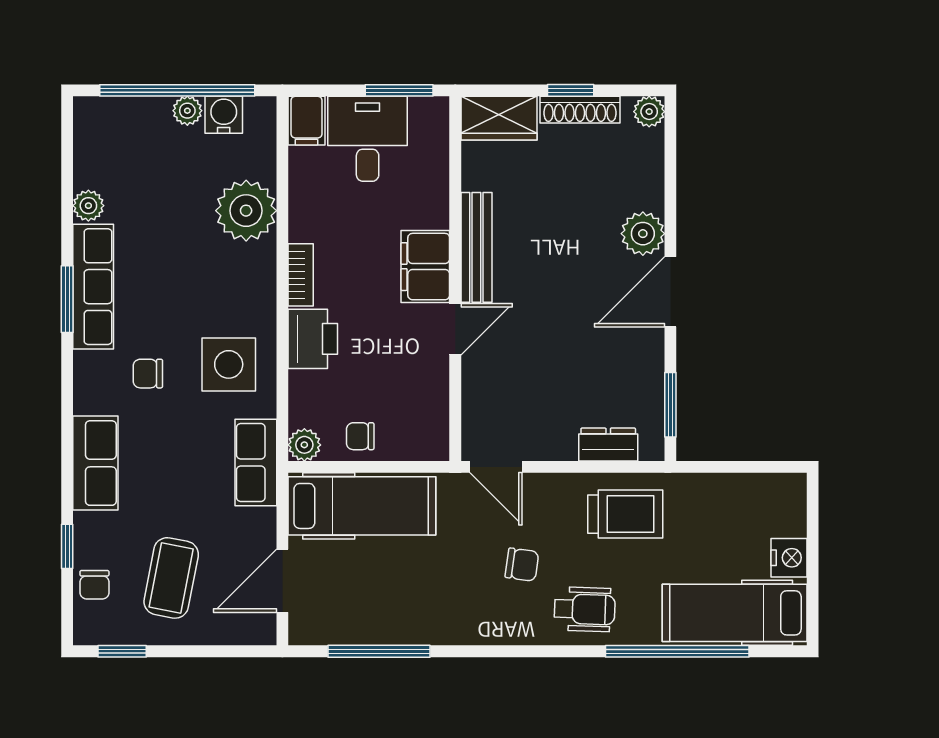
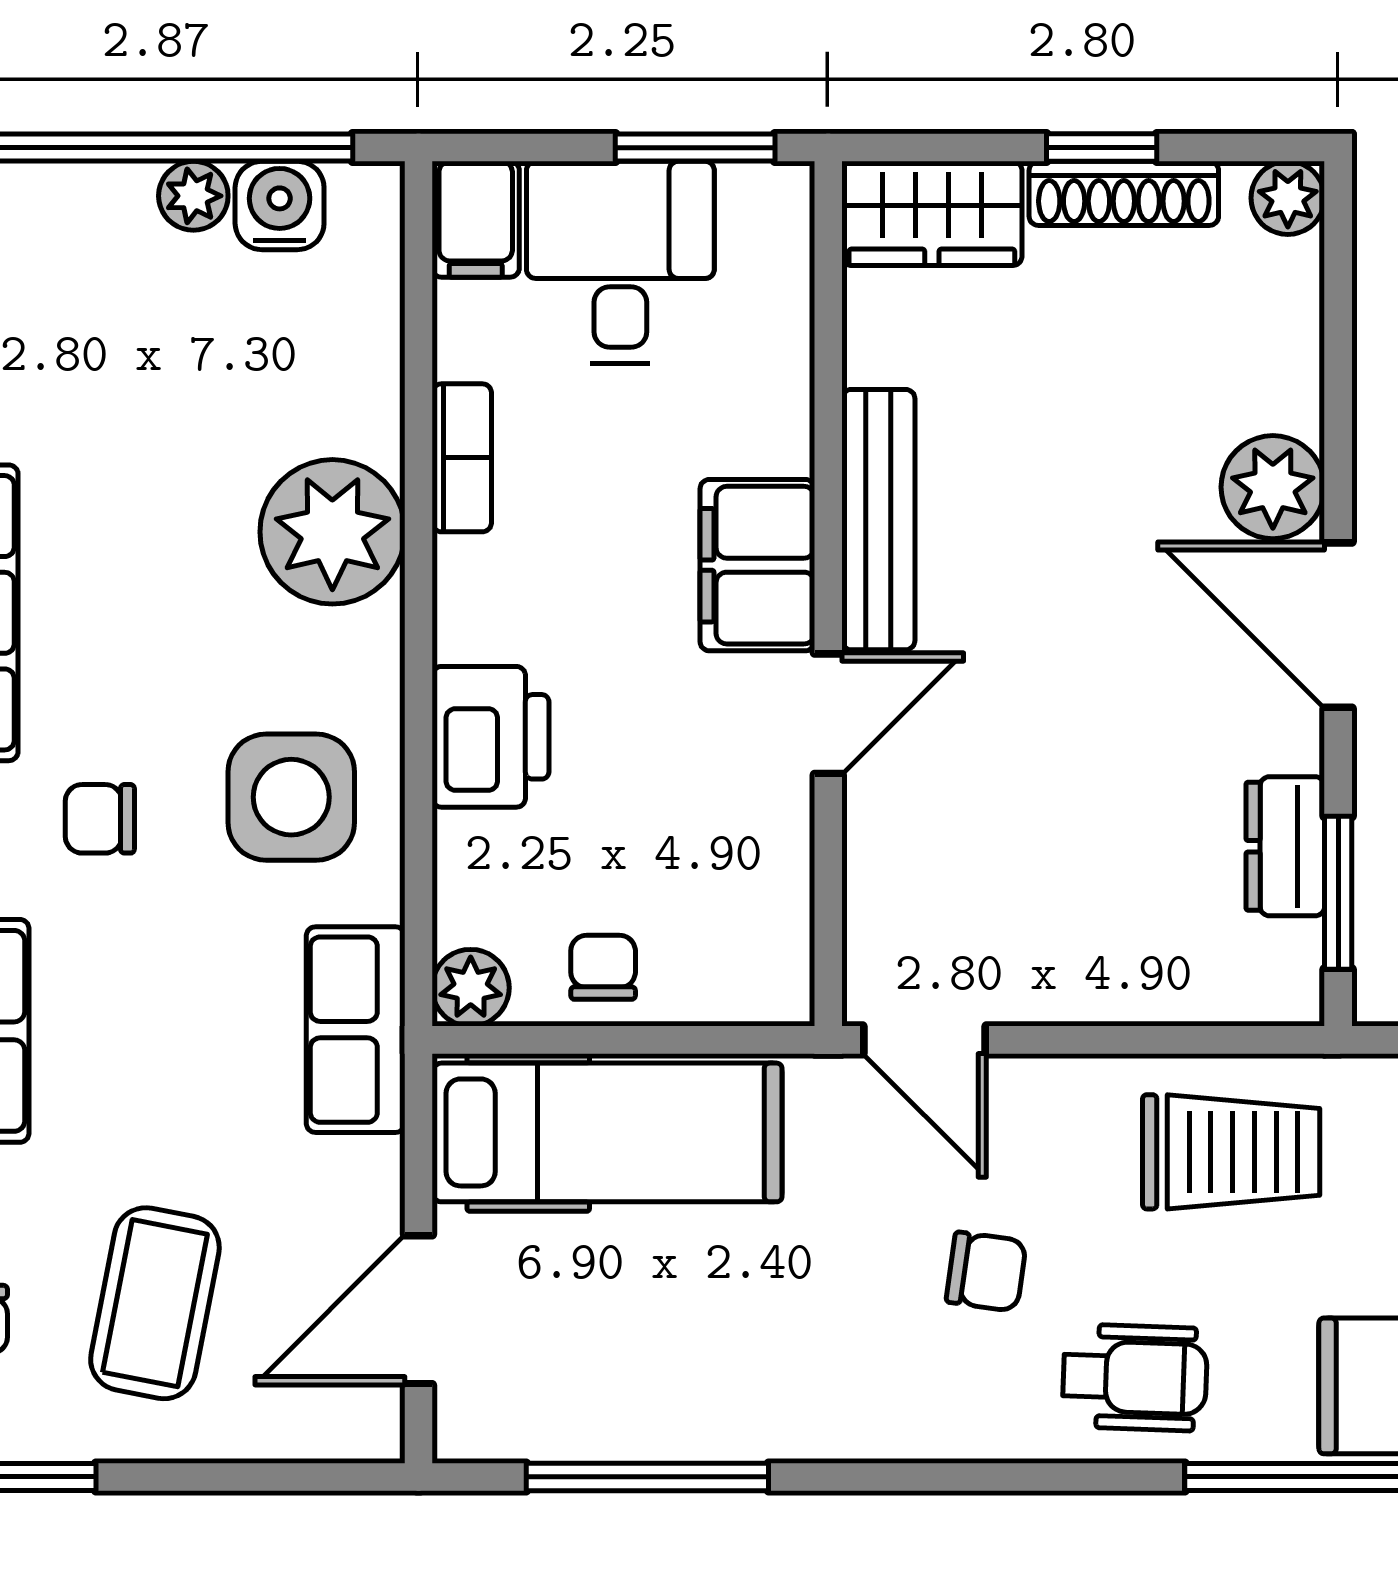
plant: (246, 211) -> (332, 532), moved
bookcase: (301, 275) -> (462, 458), moved
door: (670, 292) -> (1338, 625), hinge flipped
chair: (360, 436) -> (603, 967), turned 90
dresser: (608, 445) -> (1285, 846), moved, turned -90

